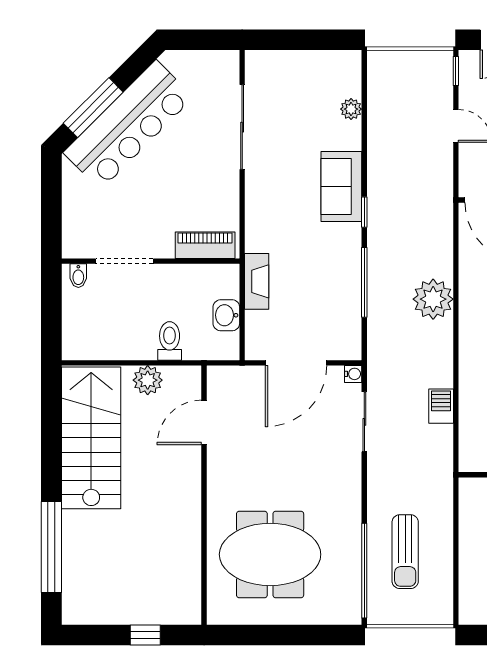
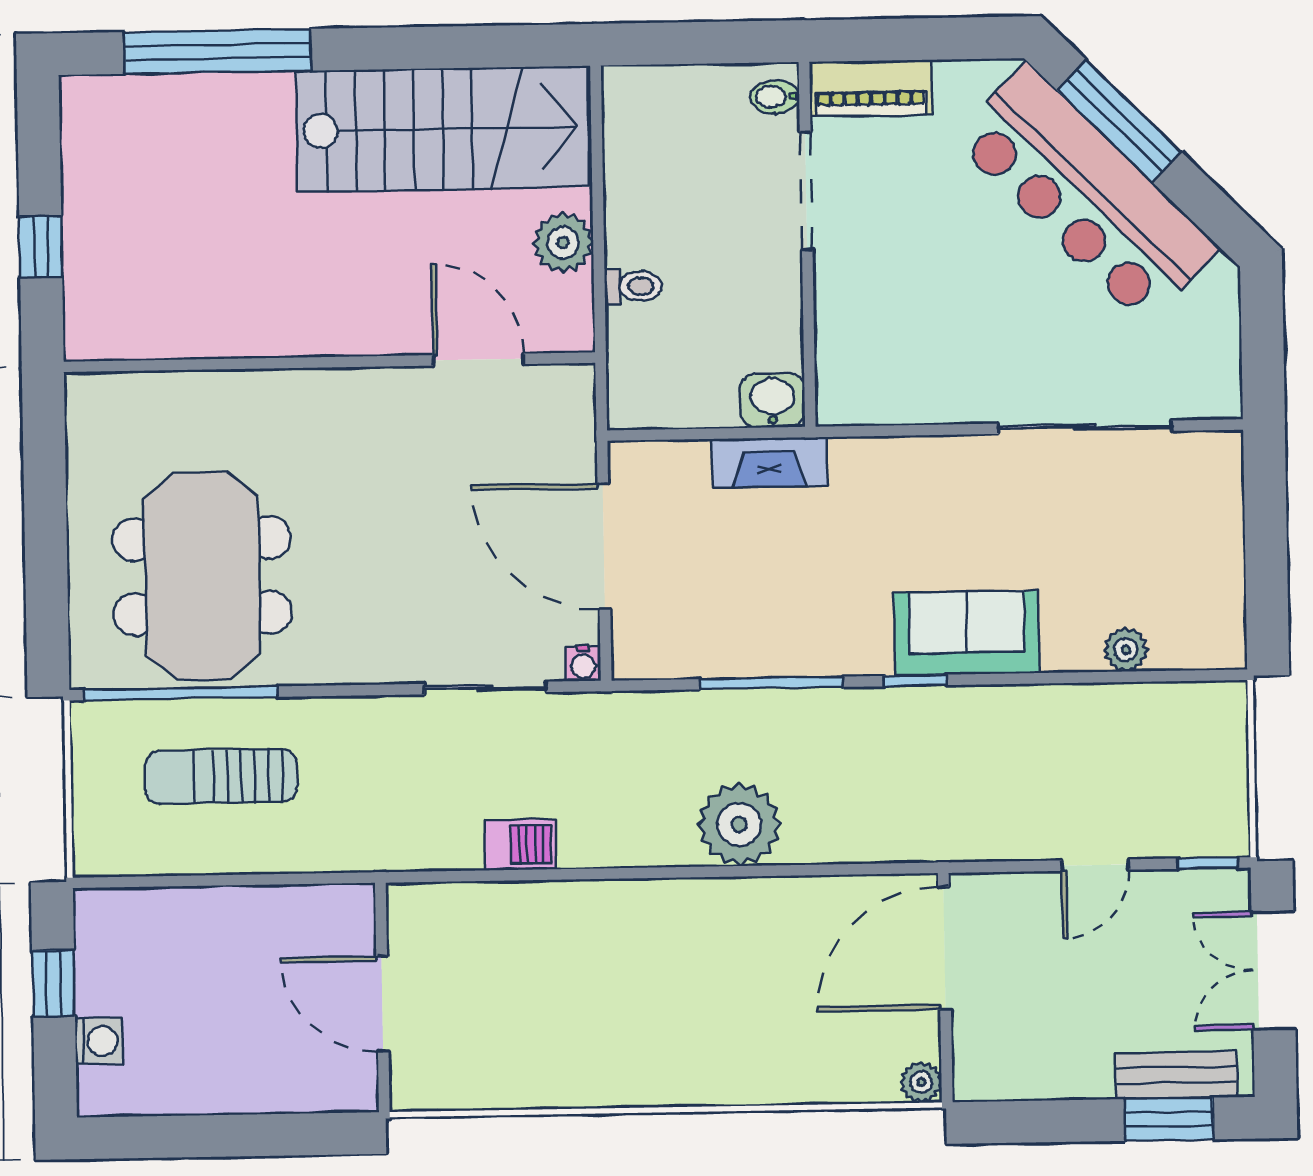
piano: (205, 245) -> (871, 88), moved, turned 90
washbasin: (226, 315) -> (772, 400), moved
toilet: (170, 341) -> (633, 286), width x0.73, depth x0.72
meeting table: (270, 554) -> (202, 576), moved

